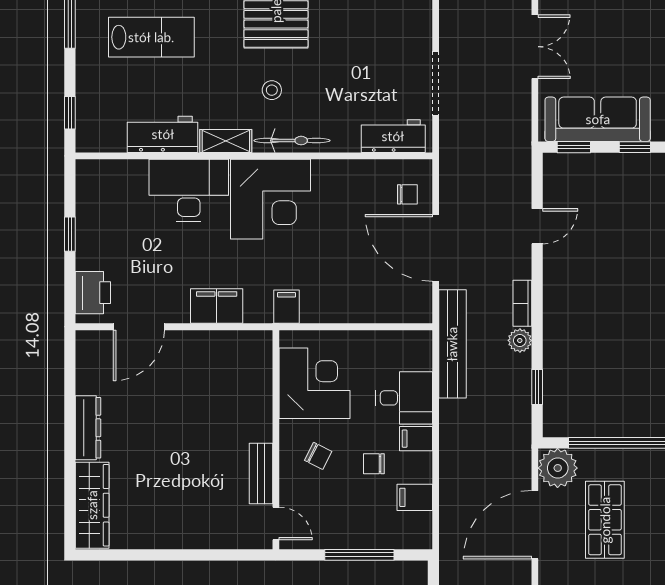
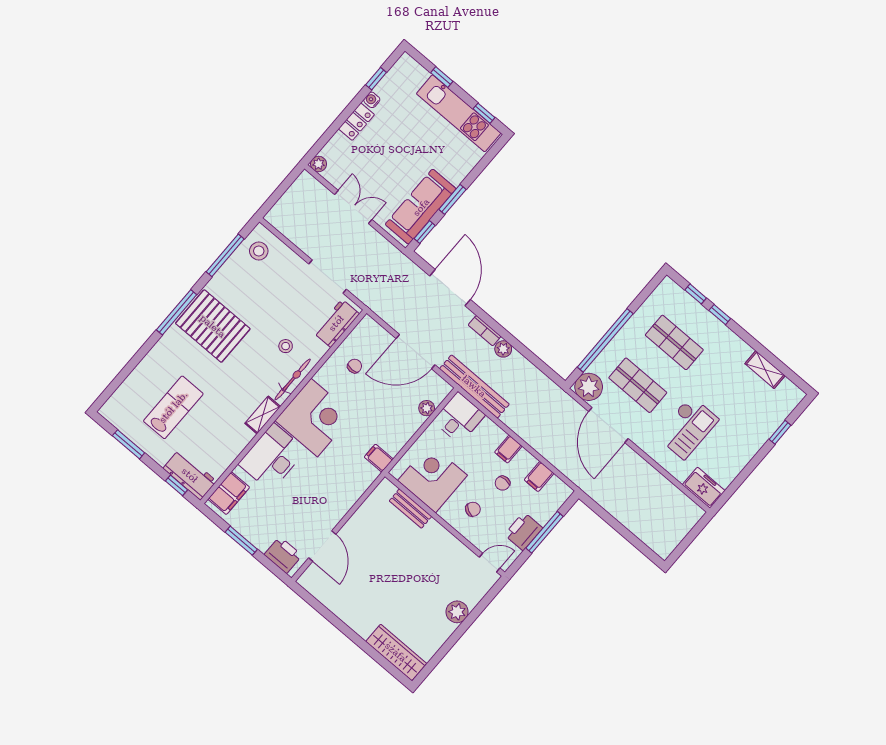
stool: (272, 90) -> (286, 346), moved
workbench: (163, 134) -> (190, 475), moved, turned 90
window: (635, 147) -> (452, 199), width x1.50
chair: (407, 194) -> (355, 366), moved
door: (537, 226) -> (450, 288), width x1.88
window: (70, 234) -> (241, 541), width x1.50
filing cabinet: (217, 306) -> (229, 493), moved, turned 180
plant: (385, 312) -> (427, 408), added
window: (537, 387) -> (536, 361), removed
desk: (404, 398) -> (459, 418), moved
dresser: (88, 428) -> (353, 619), removed
bench: (261, 473) -> (410, 509), moved
printer: (341, 531) -> (523, 531), added
plant: (192, 534) -> (457, 612), added

